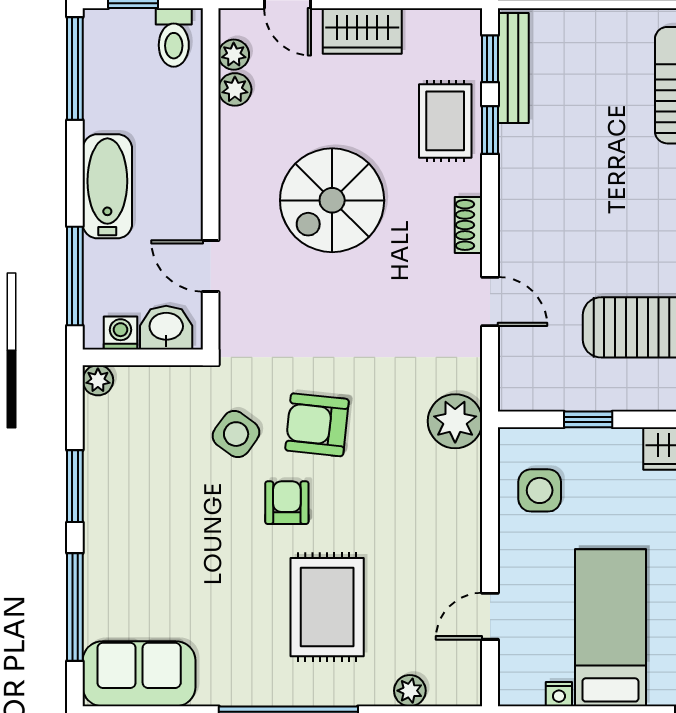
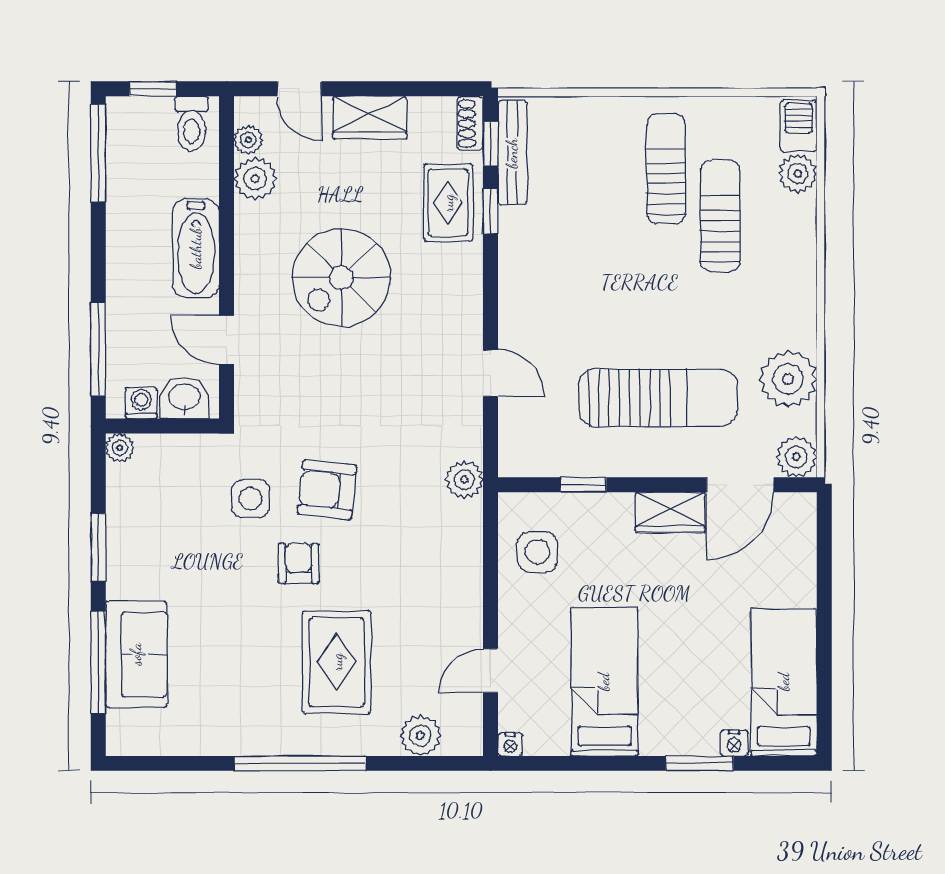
plant: (235, 89) -> (255, 179), width x1.38, depth x1.38
bathtub: (107, 186) -> (196, 248), moved, turned 180
shoe rack: (469, 225) -> (470, 124), moved
plant: (455, 421) -> (464, 480), width x0.73, depth x0.73
side table: (236, 434) -> (250, 499), turned -36
sofa: (139, 674) -> (136, 654), moved, turned 90
plant: (410, 691) -> (420, 736), width x1.38, depth x1.38
nightstand: (559, 694) -> (510, 744), moved

